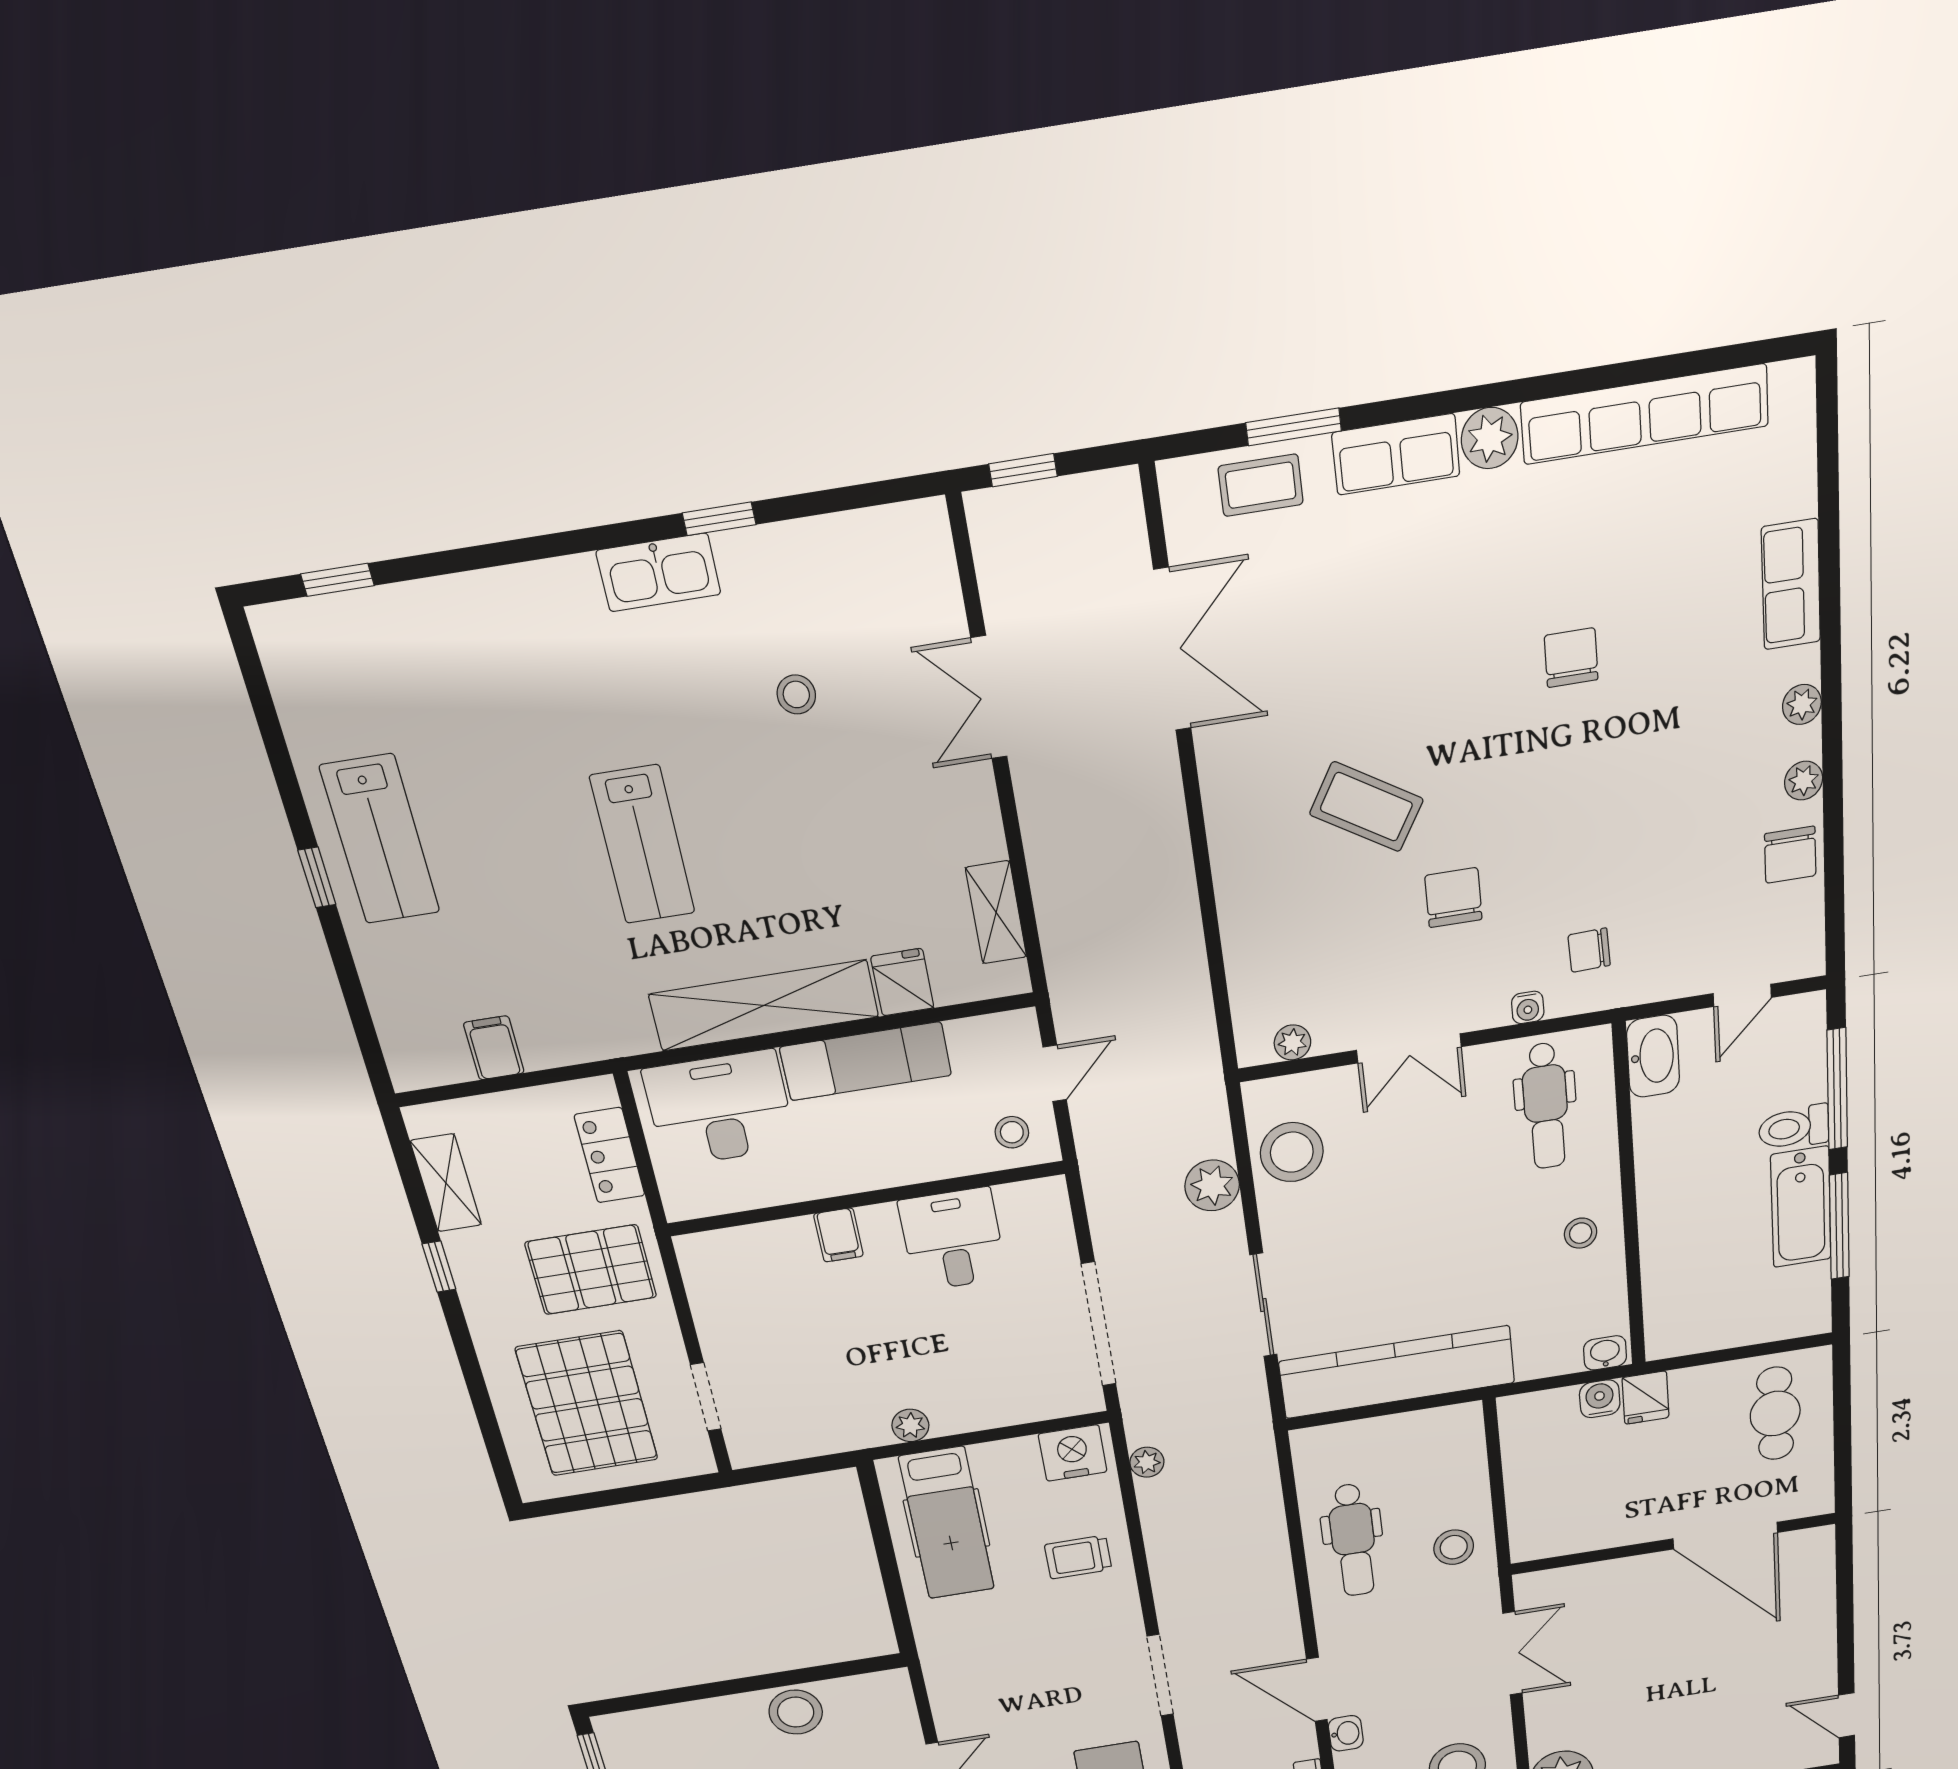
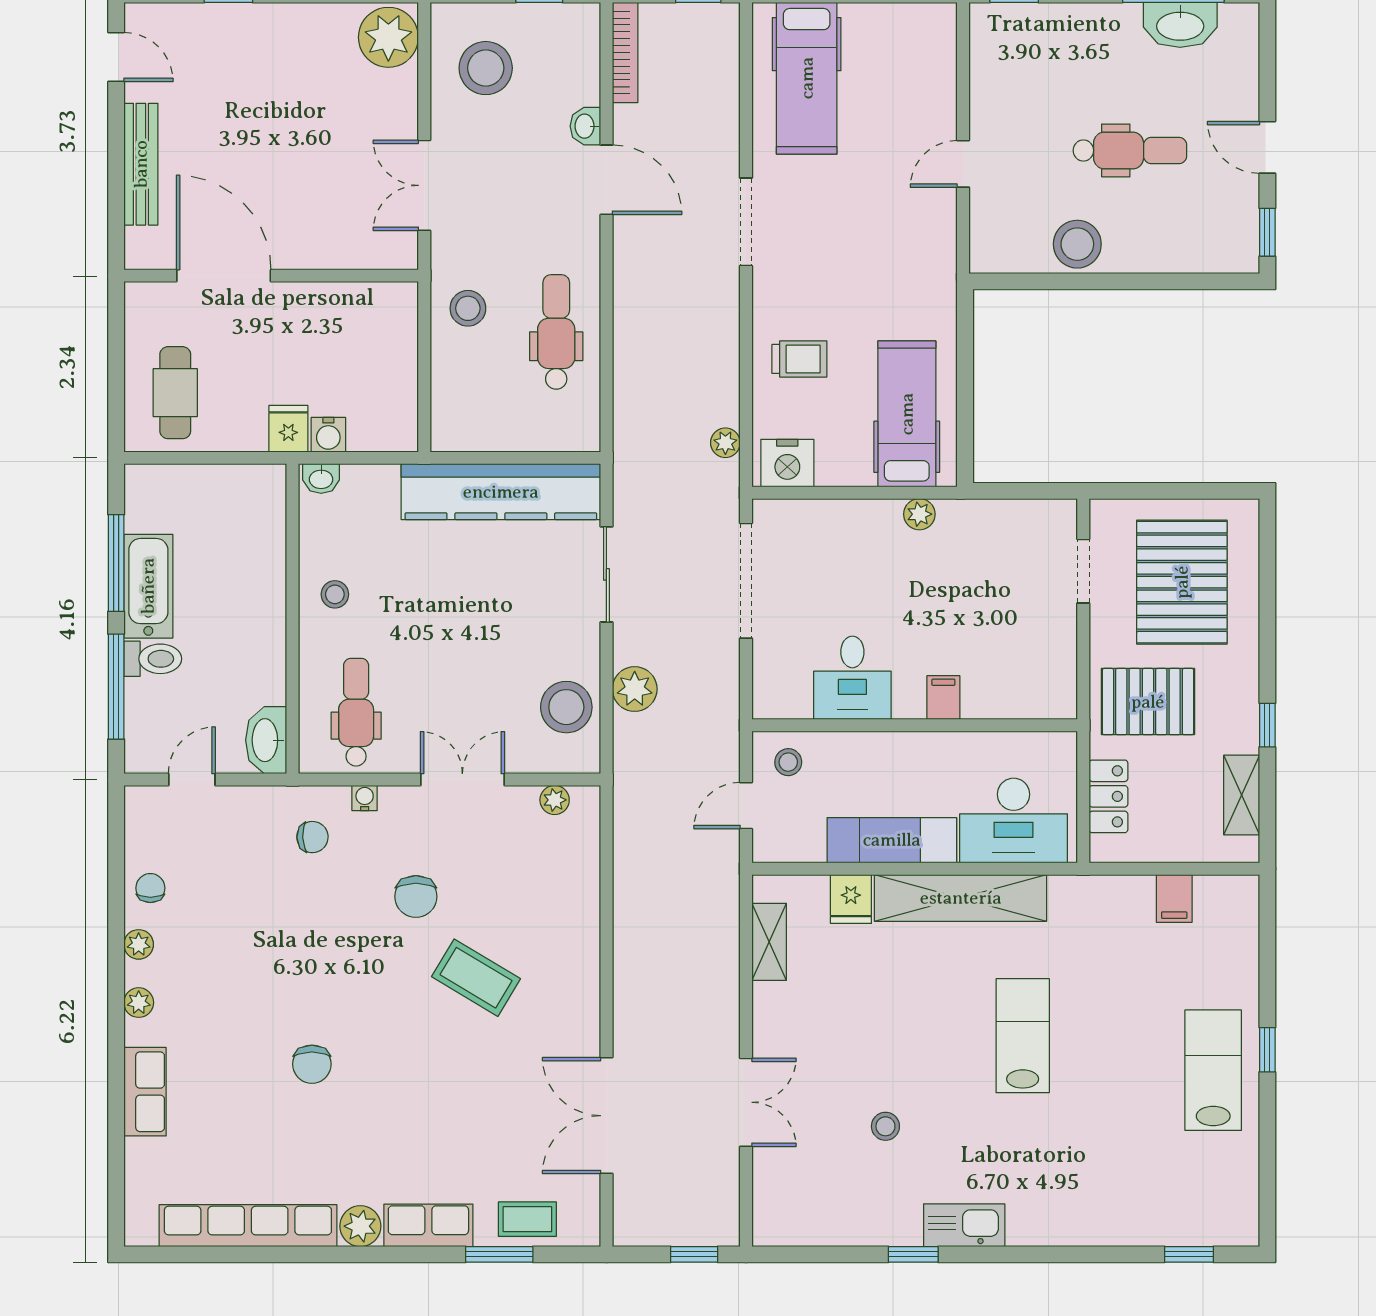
chair: (1790, 855) -> (150, 888), width x0.73, depth x0.73
bench: (1819, 1624) -> (141, 164), added

